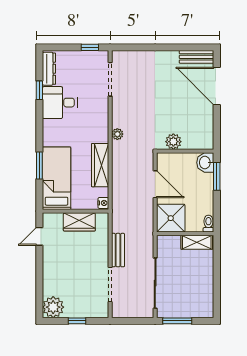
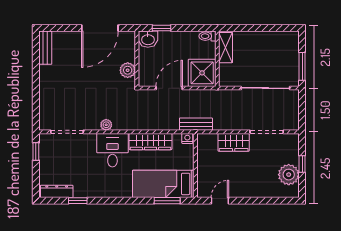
door: (217, 86) -> (100, 28), moved
desk: (60, 103) -> (112, 150), moved, turned 180
plant: (117, 134) -> (106, 125), moved
window: (39, 166) -> (167, 201), moved
window: (217, 176) -> (161, 28), width x0.67
wardrobe: (79, 222) -> (234, 142), moved, turned 90
door: (39, 236) -> (220, 201), swing flipped
bench: (118, 250) -> (196, 124), moved
plant: (53, 307) -> (289, 175), moved

